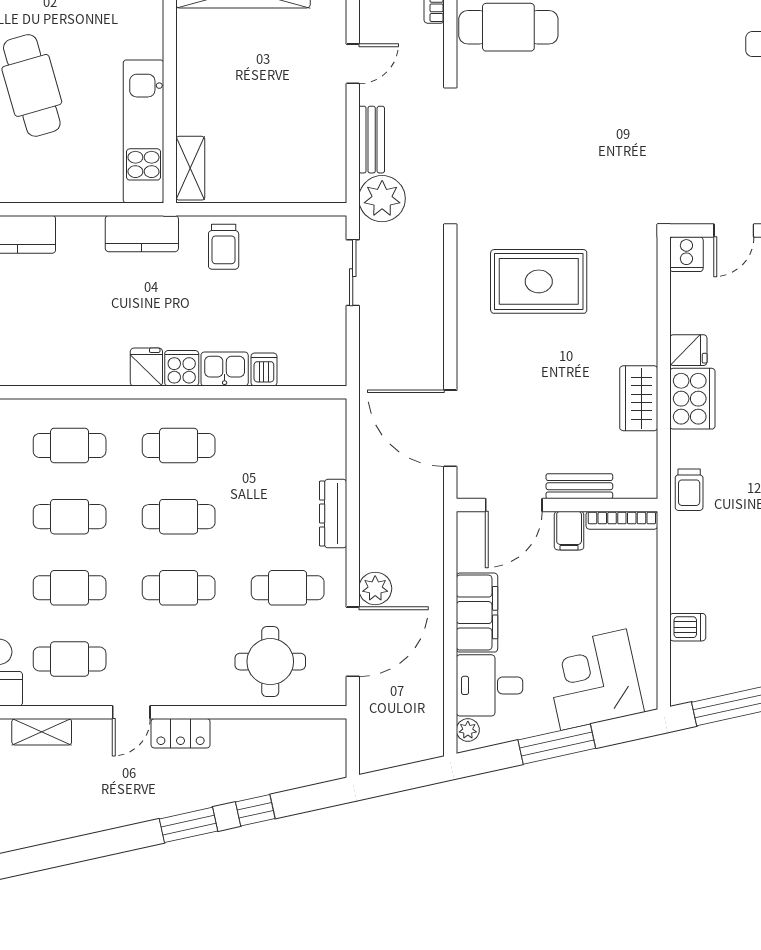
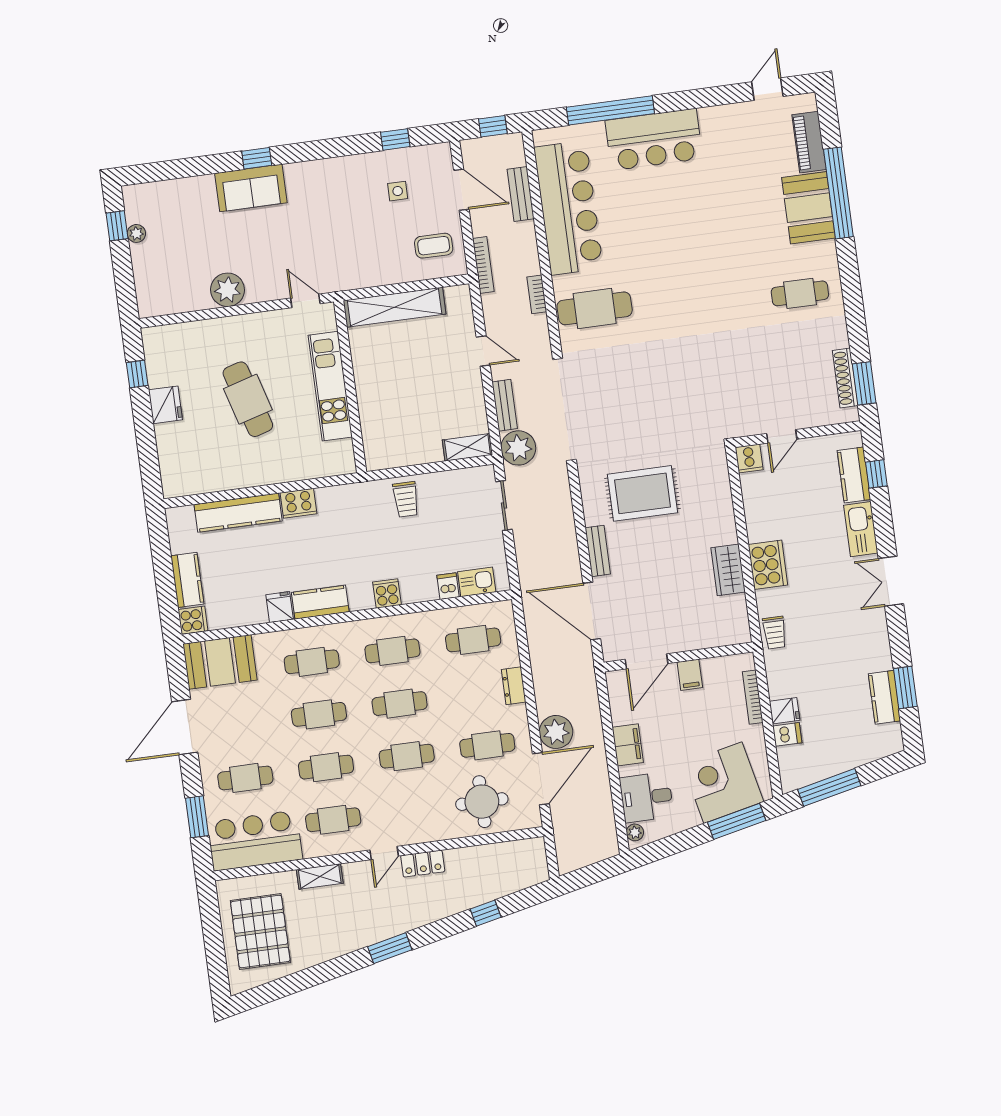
door: (353, 64) -> (483, 351), hinge flipped
kitchen unit: (143, 131) -> (330, 386), moved
shelving: (190, 168) -> (467, 447), moved, turned 90
cooker: (80, 233) -> (299, 503), added
kitchen counter: (142, 234) -> (320, 602), moved, turned 180
fridge: (688, 350) -> (785, 711), moved
fridge: (146, 367) -> (280, 607), moved
kitchen sink: (225, 369) -> (477, 582), moved
cafe table: (288, 445) -> (473, 640), added
bench: (579, 486) -> (598, 551), moved, turned 90
dresser: (333, 514) -> (514, 686), width x0.70
bookcase: (622, 520) -> (753, 697), moved, turned 90
plant: (375, 588) -> (556, 732), width x1.36, depth x1.36
filing cabinet: (477, 613) -> (628, 745), width x0.67, depth x0.86
window: (557, 744) -> (737, 821), moved
window: (188, 825) -> (390, 948), moved

